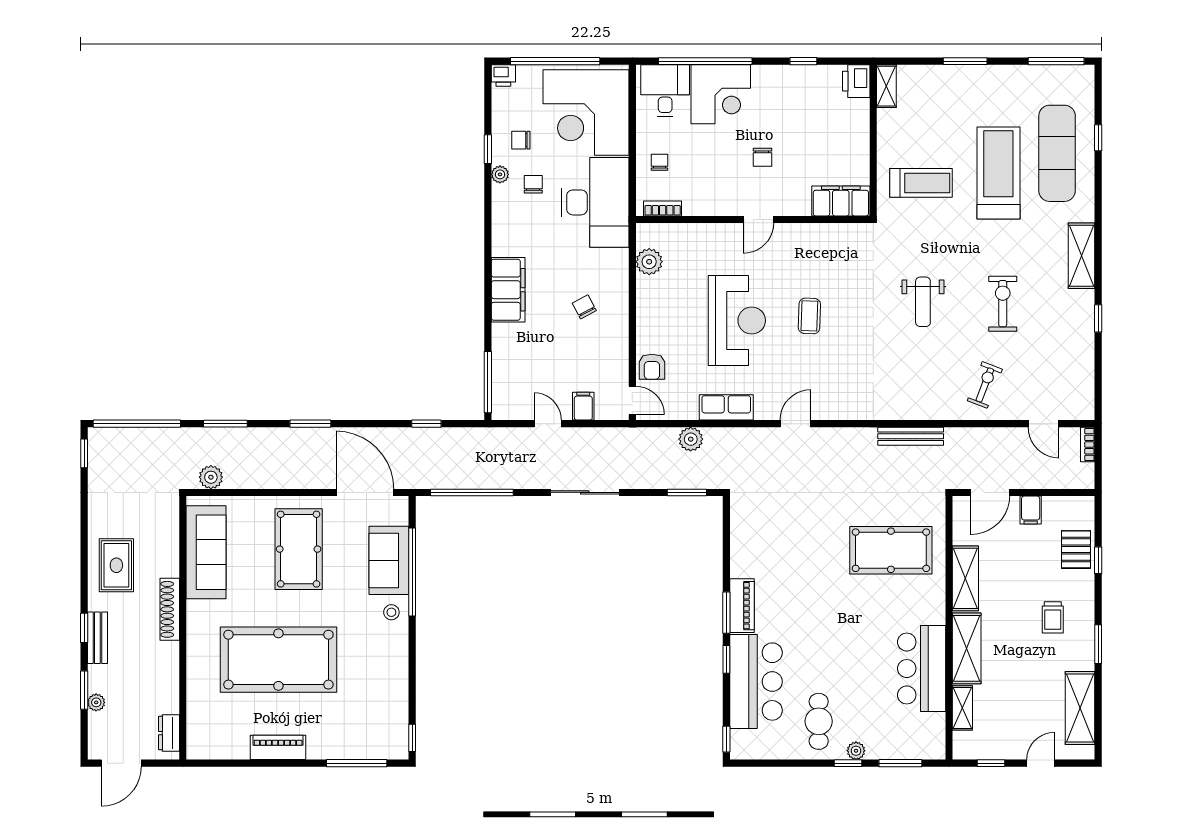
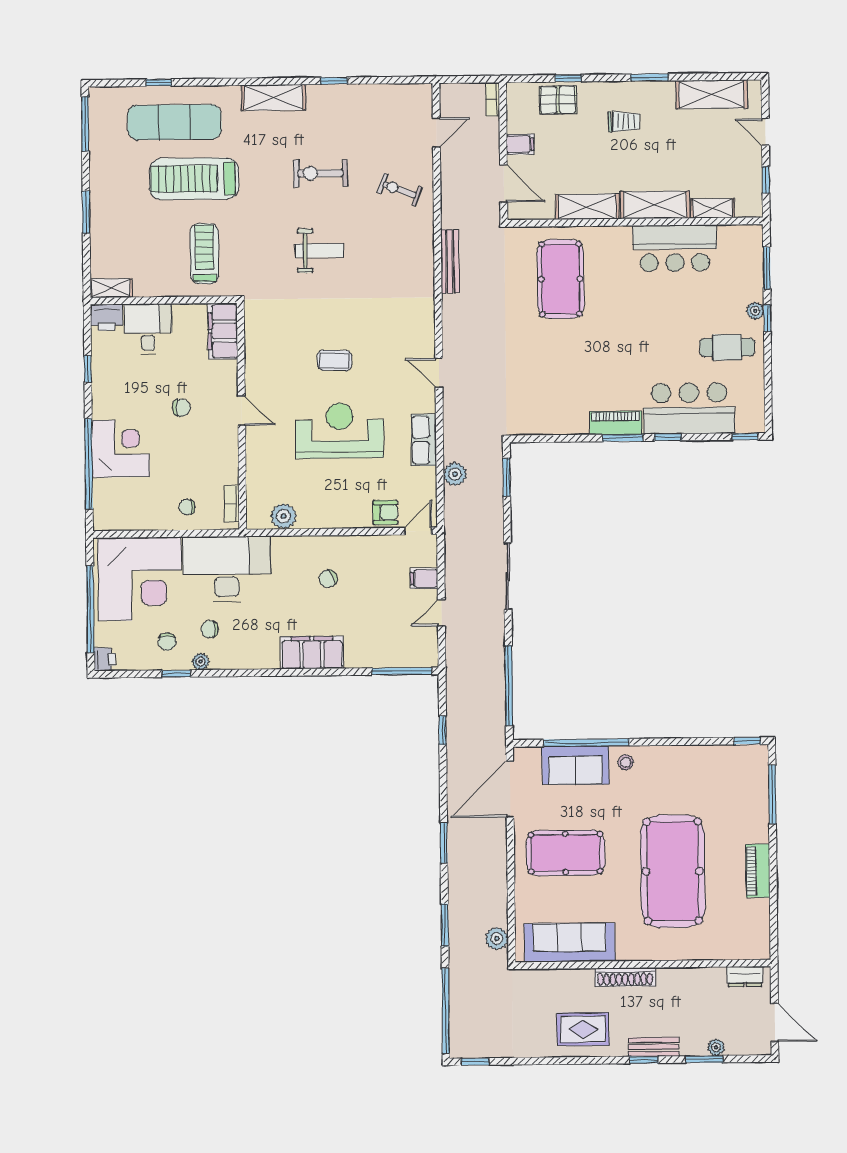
desk: (665, 91) -> (148, 329), moved, turned 90
bookcase: (1088, 445) -> (493, 99), moved, turned 90

